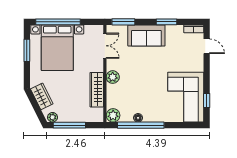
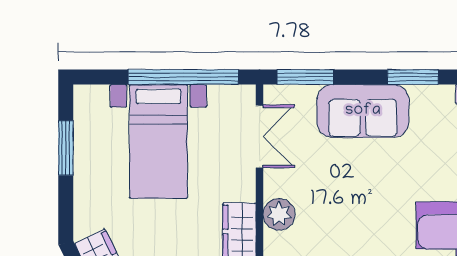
window: (58, 22) -> (183, 77), moved
bed with nightstands: (57, 48) -> (158, 141), width x0.73

